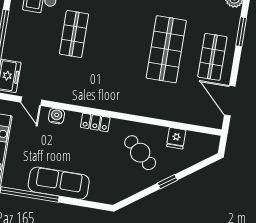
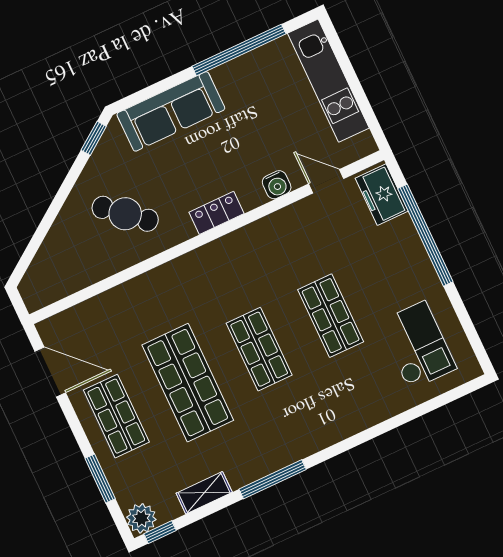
shop shelf: (120, 42) -> (259, 349), added
fridge: (176, 138) -> (89, 268), removed
window: (167, 182) -> (94, 138), moved
sofa: (59, 183) -> (171, 111), moved

